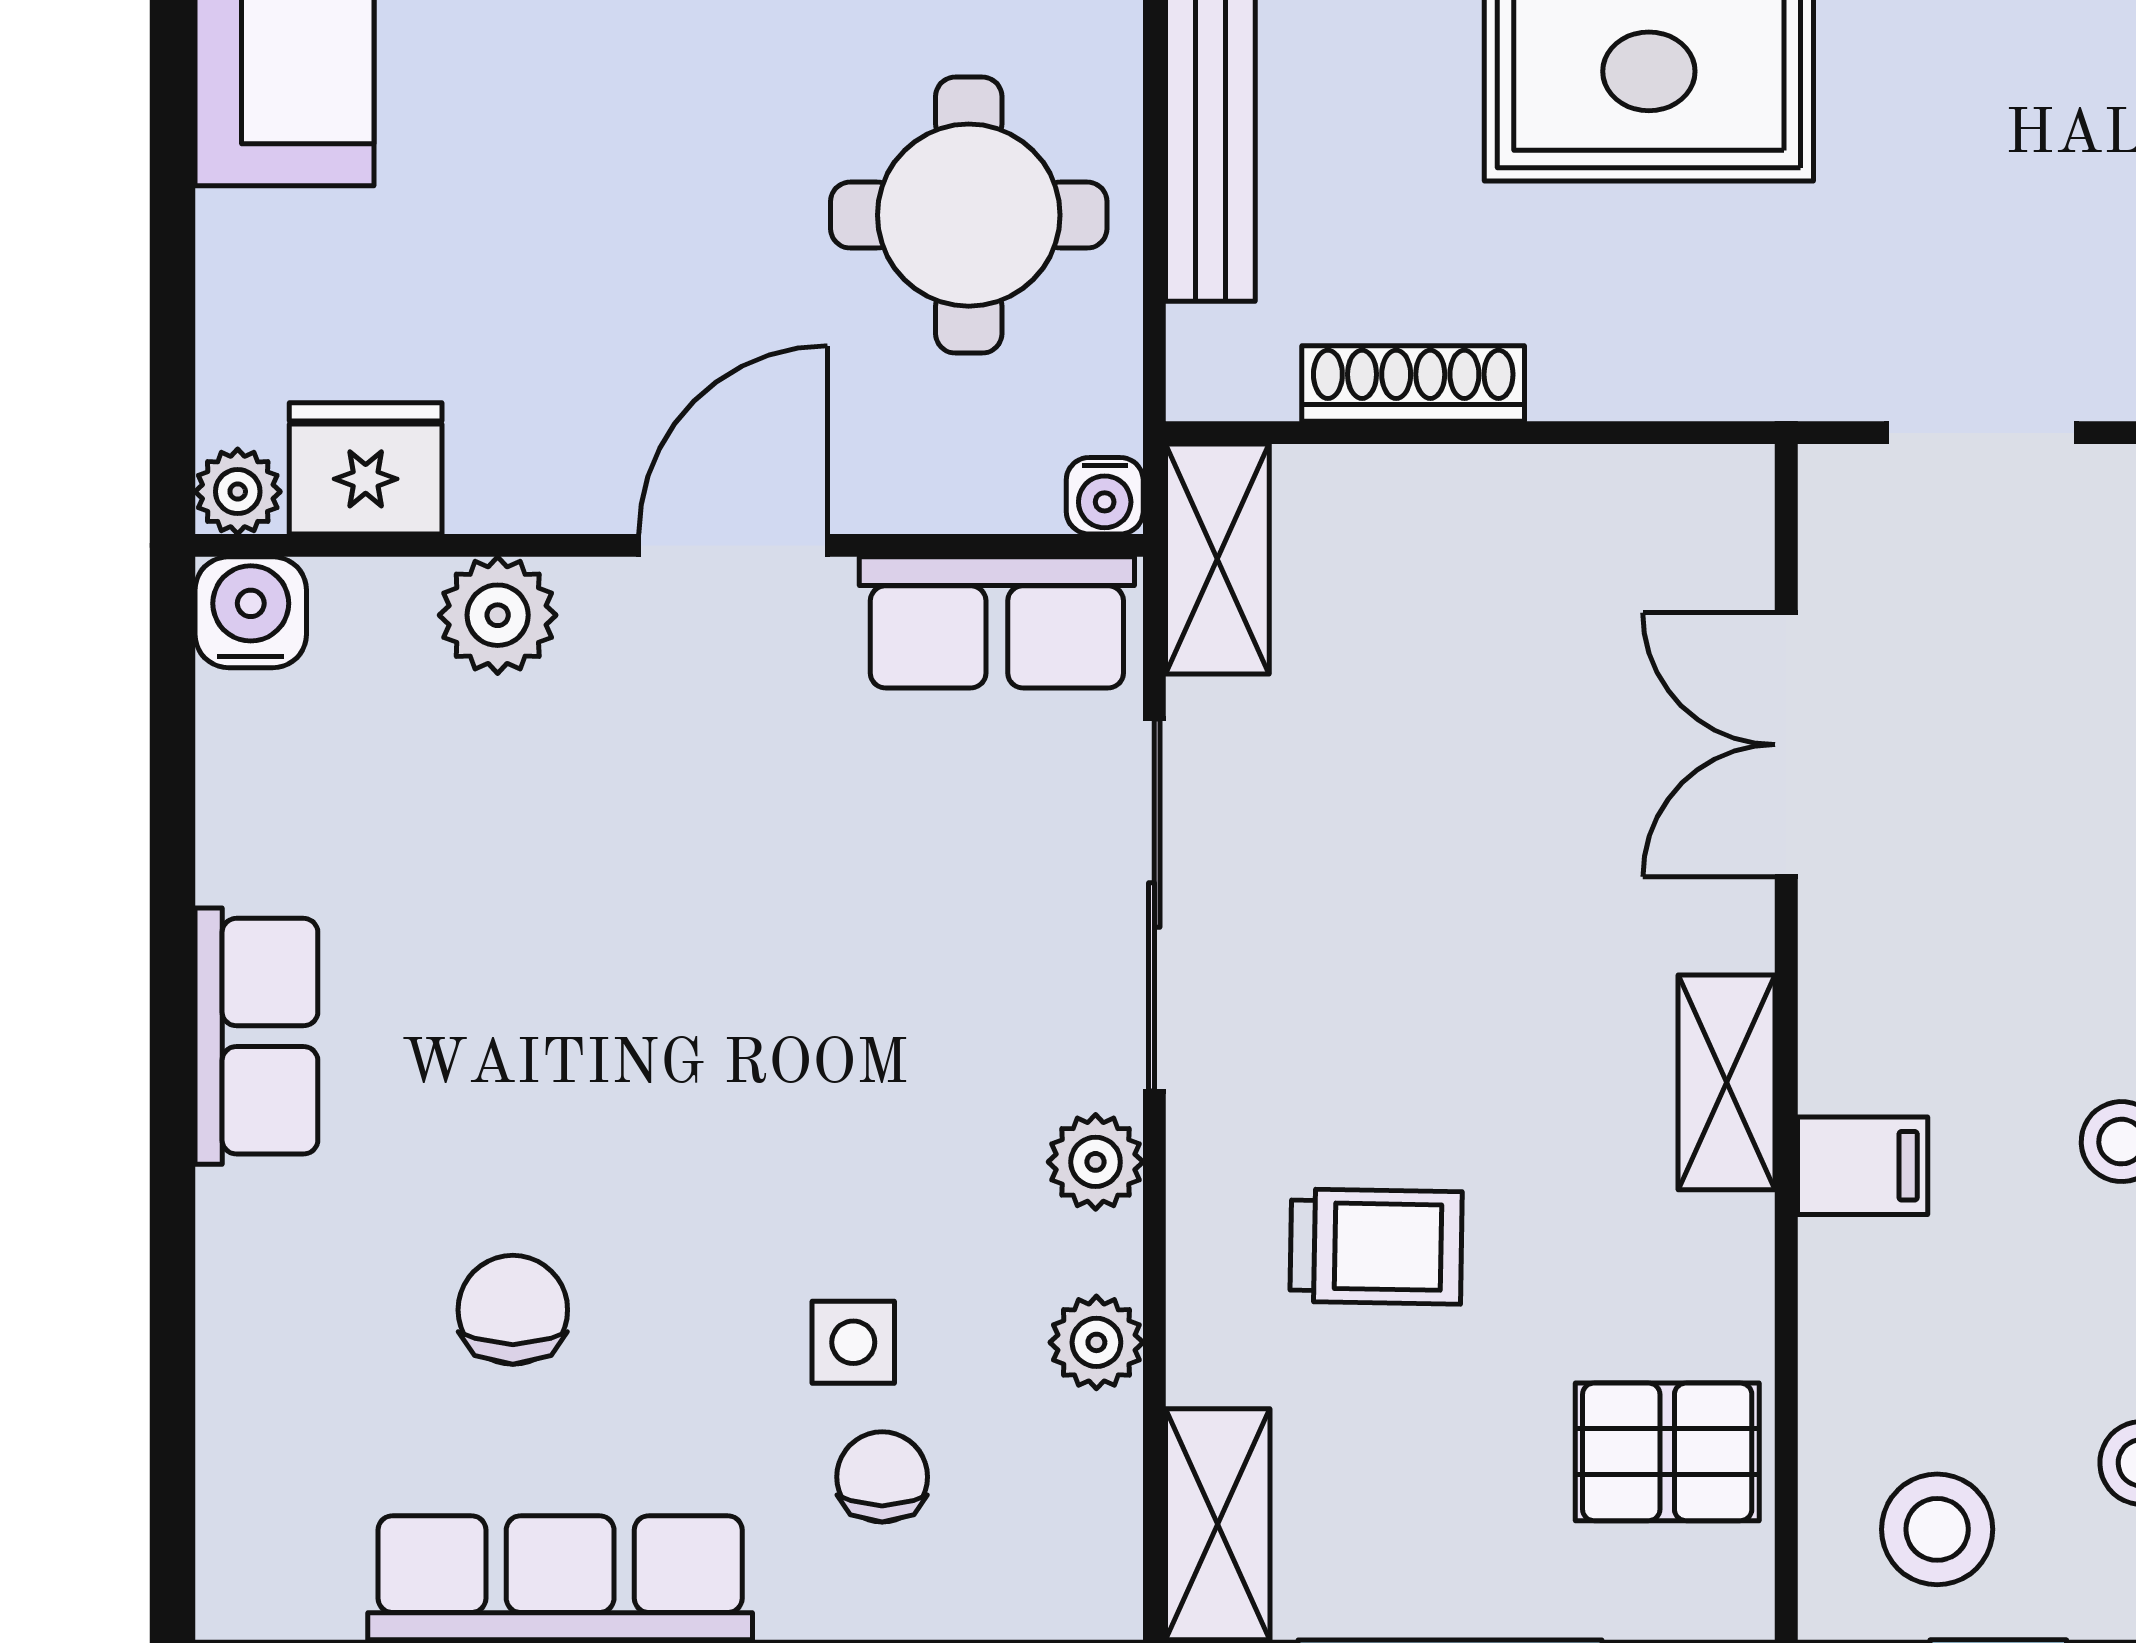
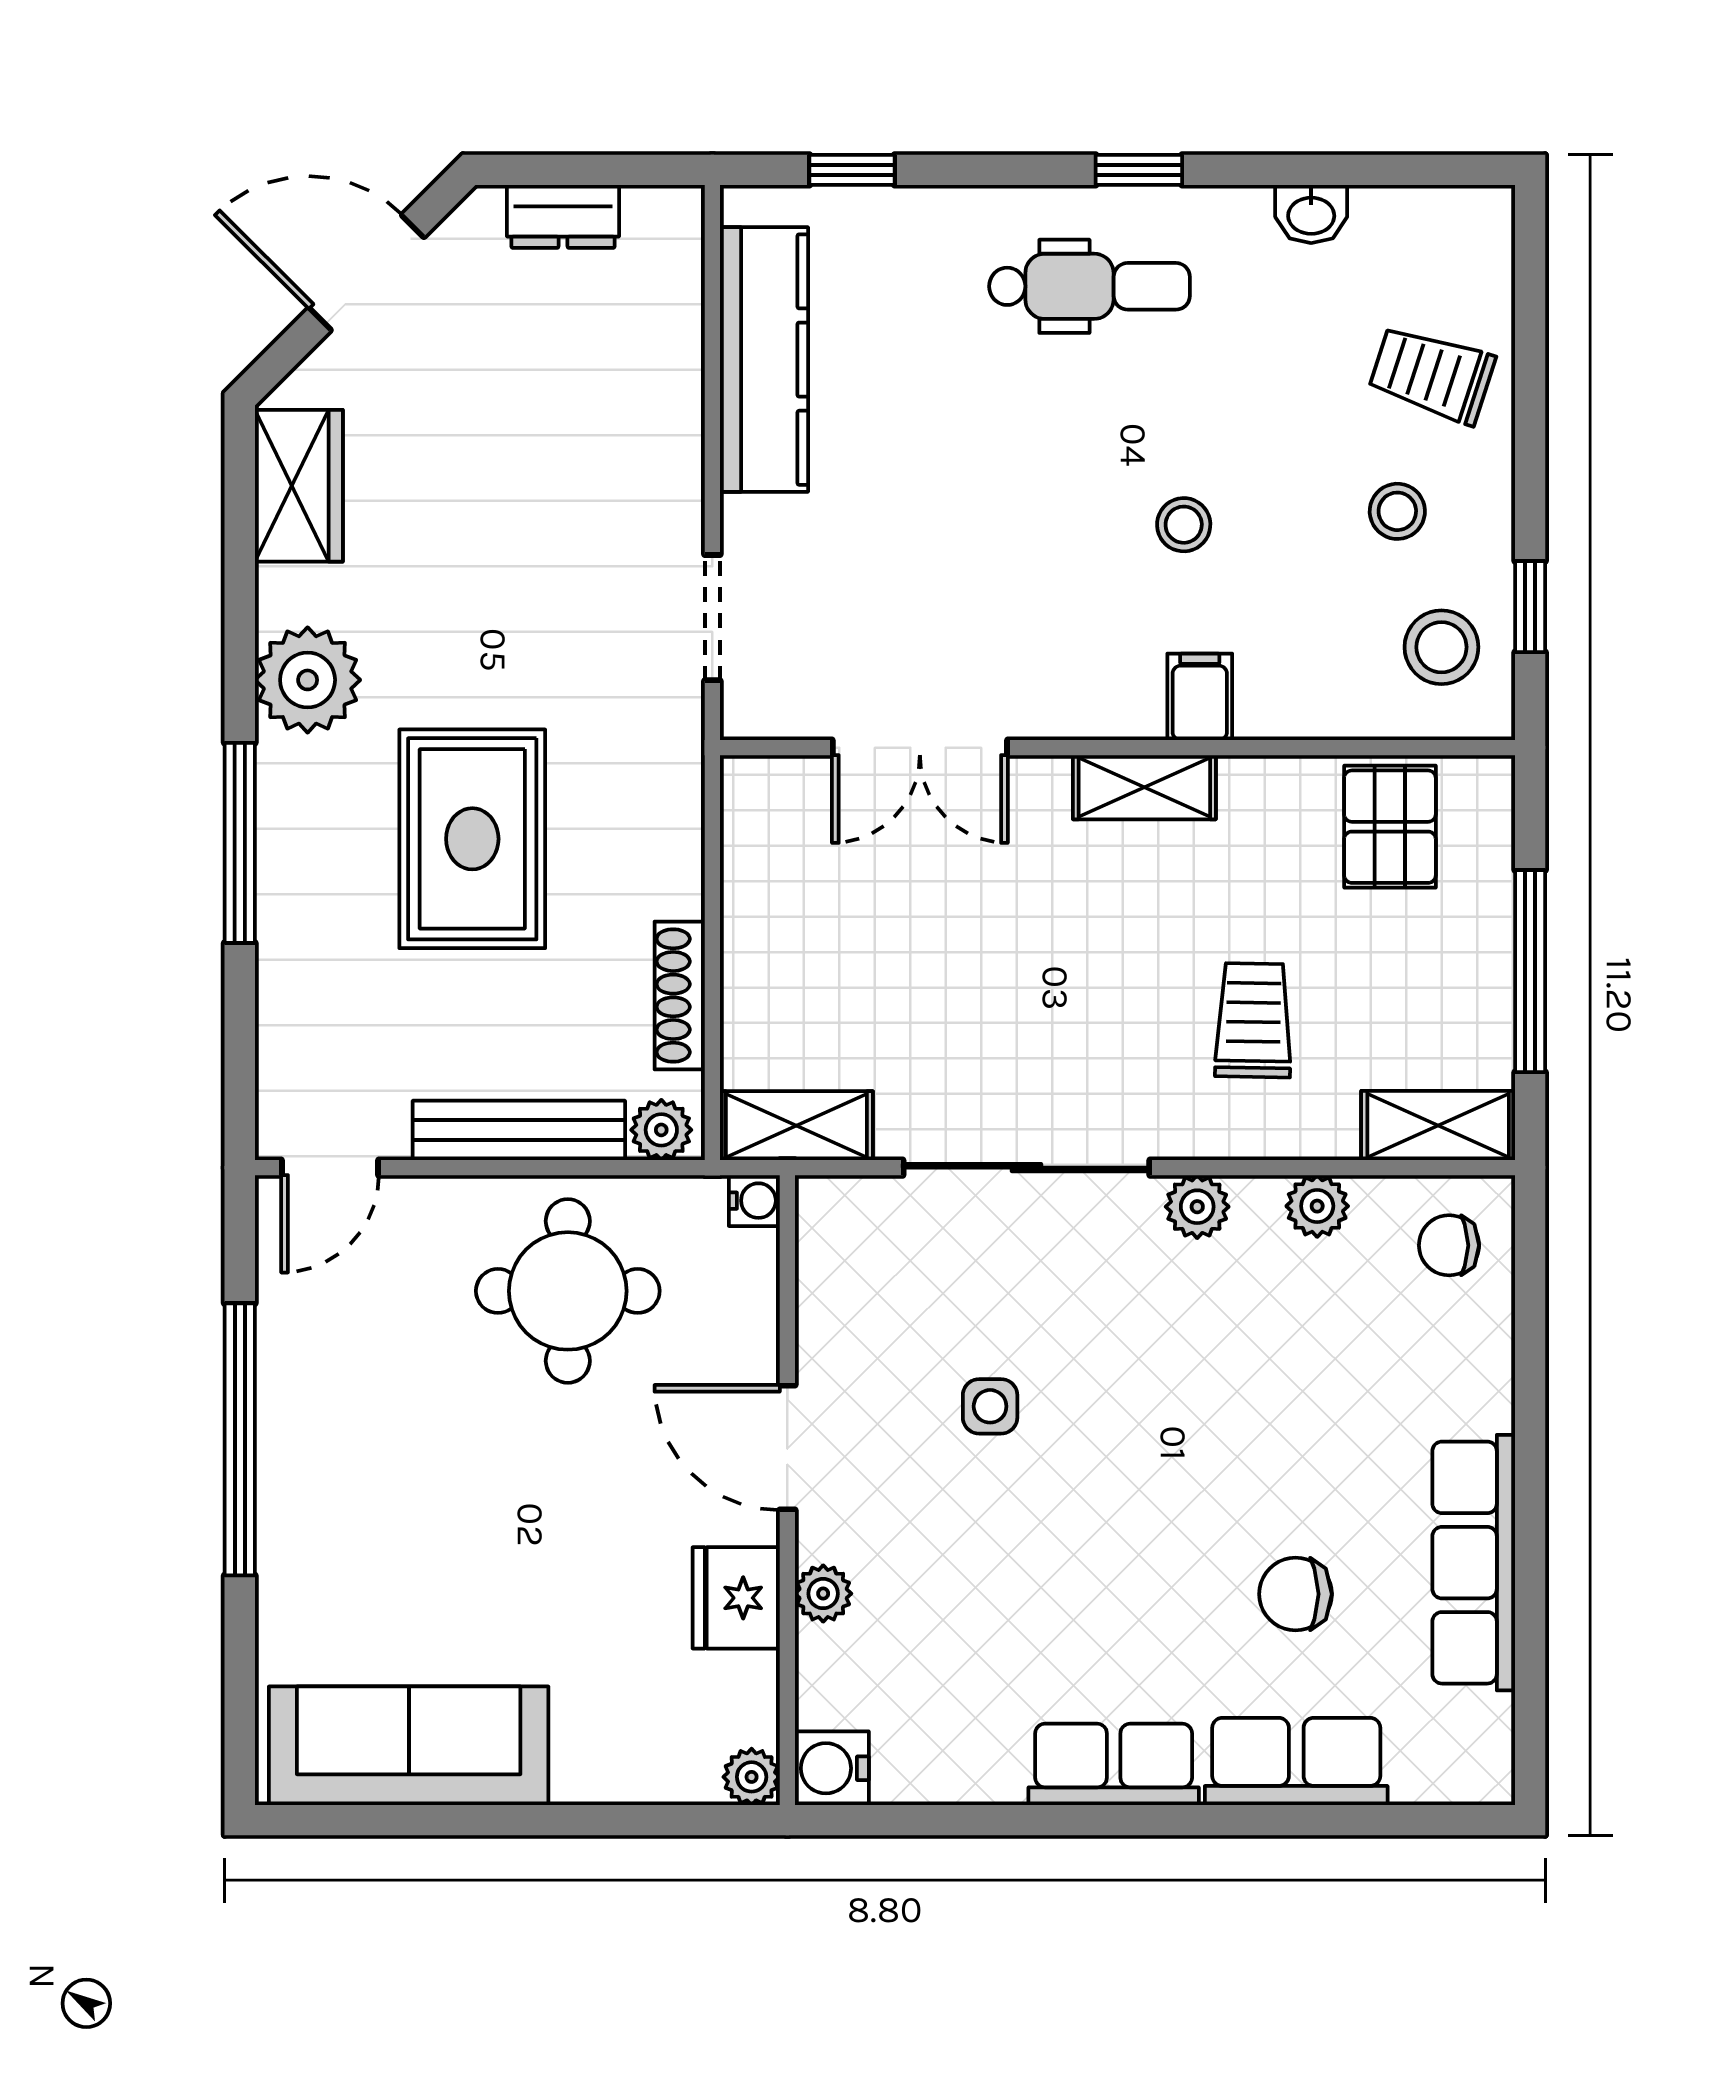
plant: (1211, 356) -> (661, 1130), added
fridge: (366, 468) -> (736, 1598), moved
plant: (498, 615) -> (823, 1594), width x0.73, depth x0.73
row of seats: (997, 622) -> (1296, 1762), moved, turned -90
side table: (853, 1342) -> (990, 1406), moved
chair: (882, 1477) -> (1449, 1245), moved

